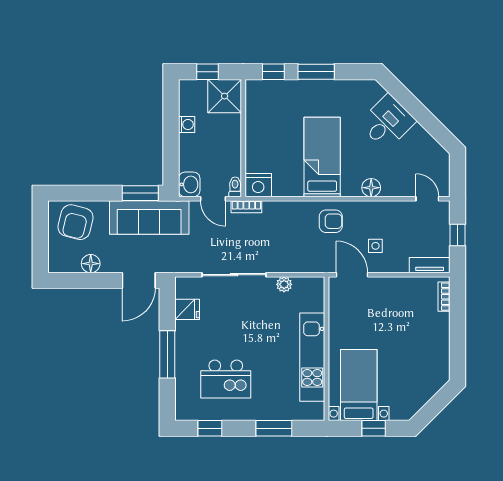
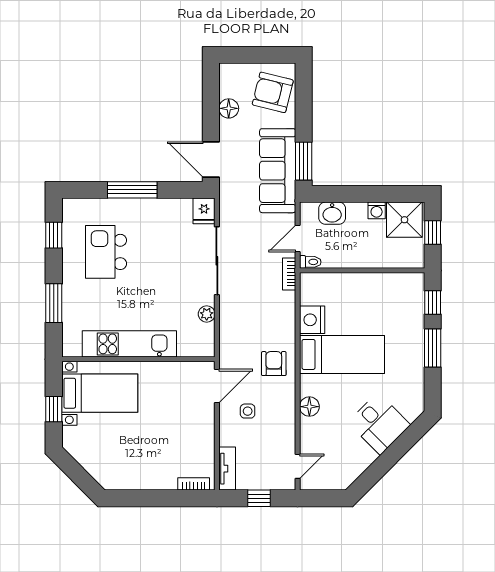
shower: (225, 96) -> (404, 220), moved
washbasin: (189, 184) -> (332, 213), moved
nightstand: (258, 185) -> (312, 320), moved
armchair: (331, 221) -> (274, 364), turned 180
fridge: (187, 309) -> (204, 211), moved

